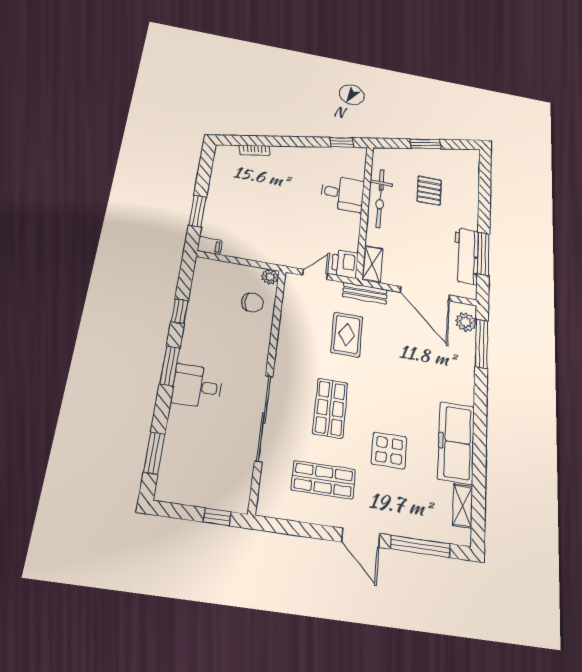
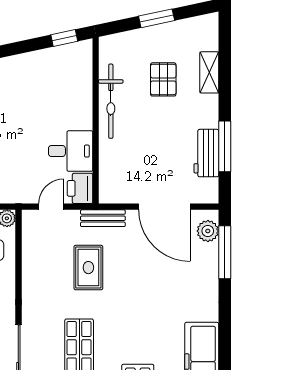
desk: (343, 193) -> (71, 151), moved
workbench: (466, 256) -> (206, 153), width x0.73
shelving: (372, 264) -> (209, 72), moved

